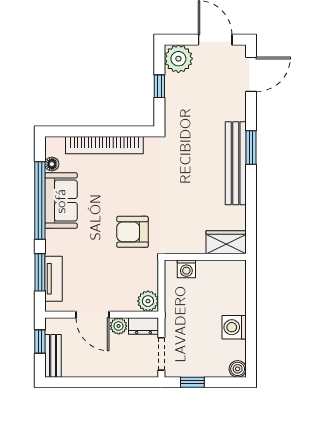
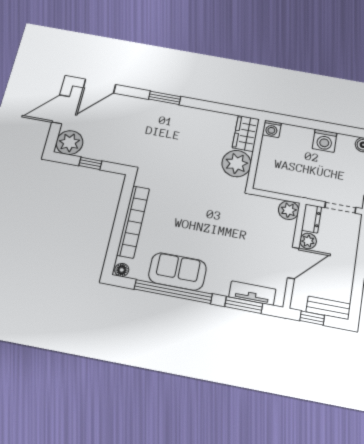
door: (251, 74) -> (100, 86), swing flipped
bench: (236, 163) -> (176, 113), removed
floor lamp: (52, 164) -> (122, 270), moved
armchair: (133, 232) -> (221, 212), removed
plant: (189, 238) -> (236, 164), added
washing machine: (186, 269) -> (272, 129), moved, turned 90

